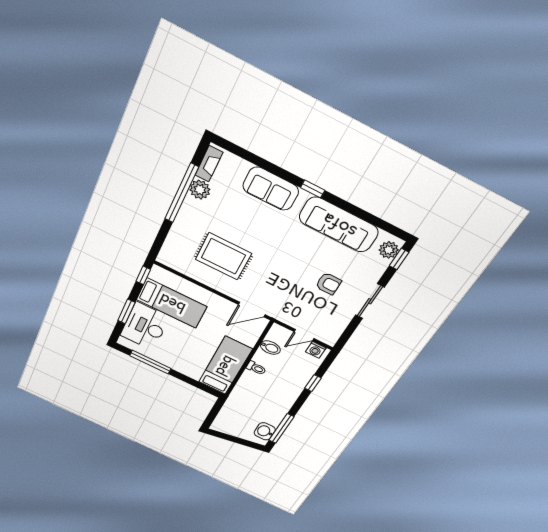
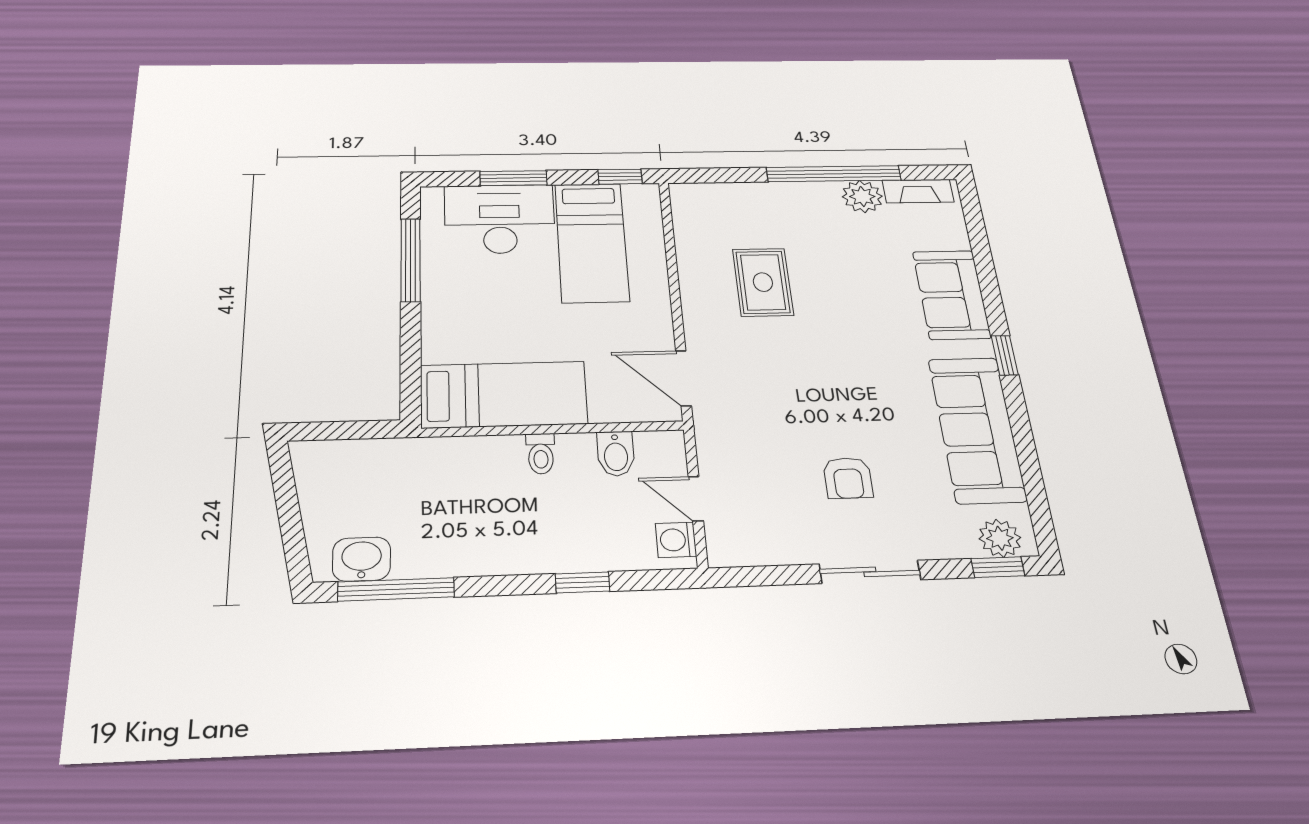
rug: (223, 256) -> (763, 282), width x0.73, depth x0.70

